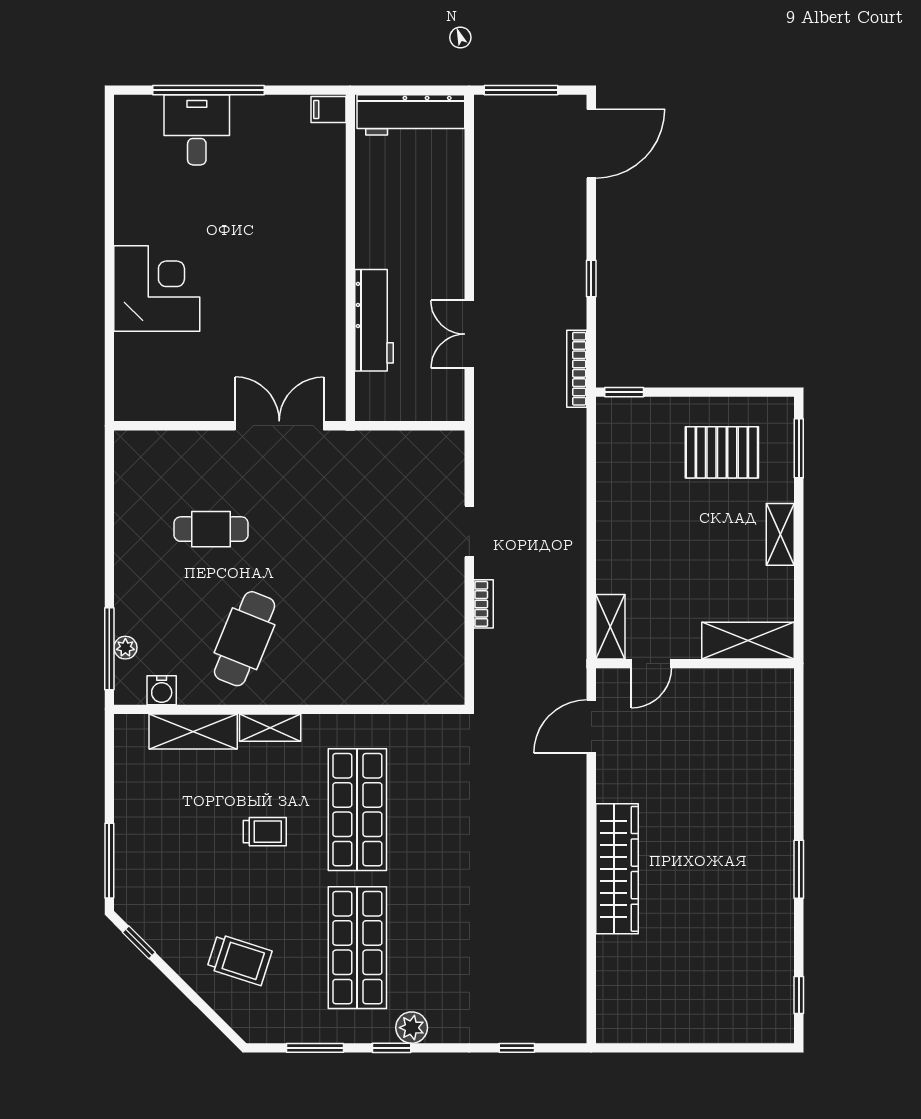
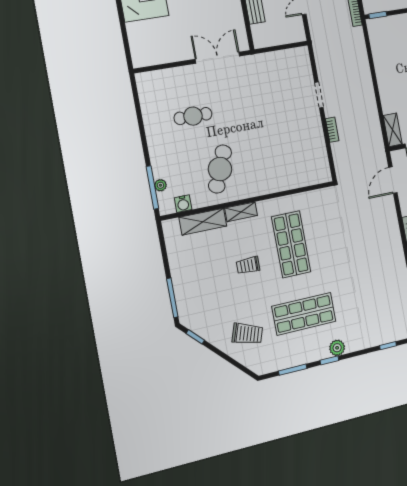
trolley: (265, 832) -> (248, 265), turned 180
shop shelf: (357, 948) -> (304, 314), turned 90

